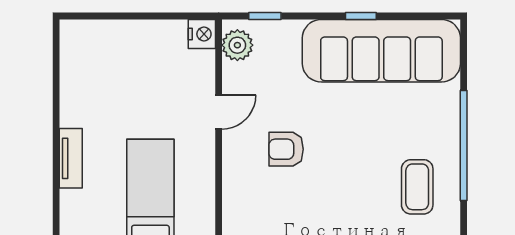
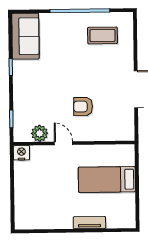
plant: (237, 45) -> (40, 133), moved
sofa: (381, 51) -> (25, 36), width x0.54, depth x0.79
armchair: (286, 149) -> (83, 107), turned 90

